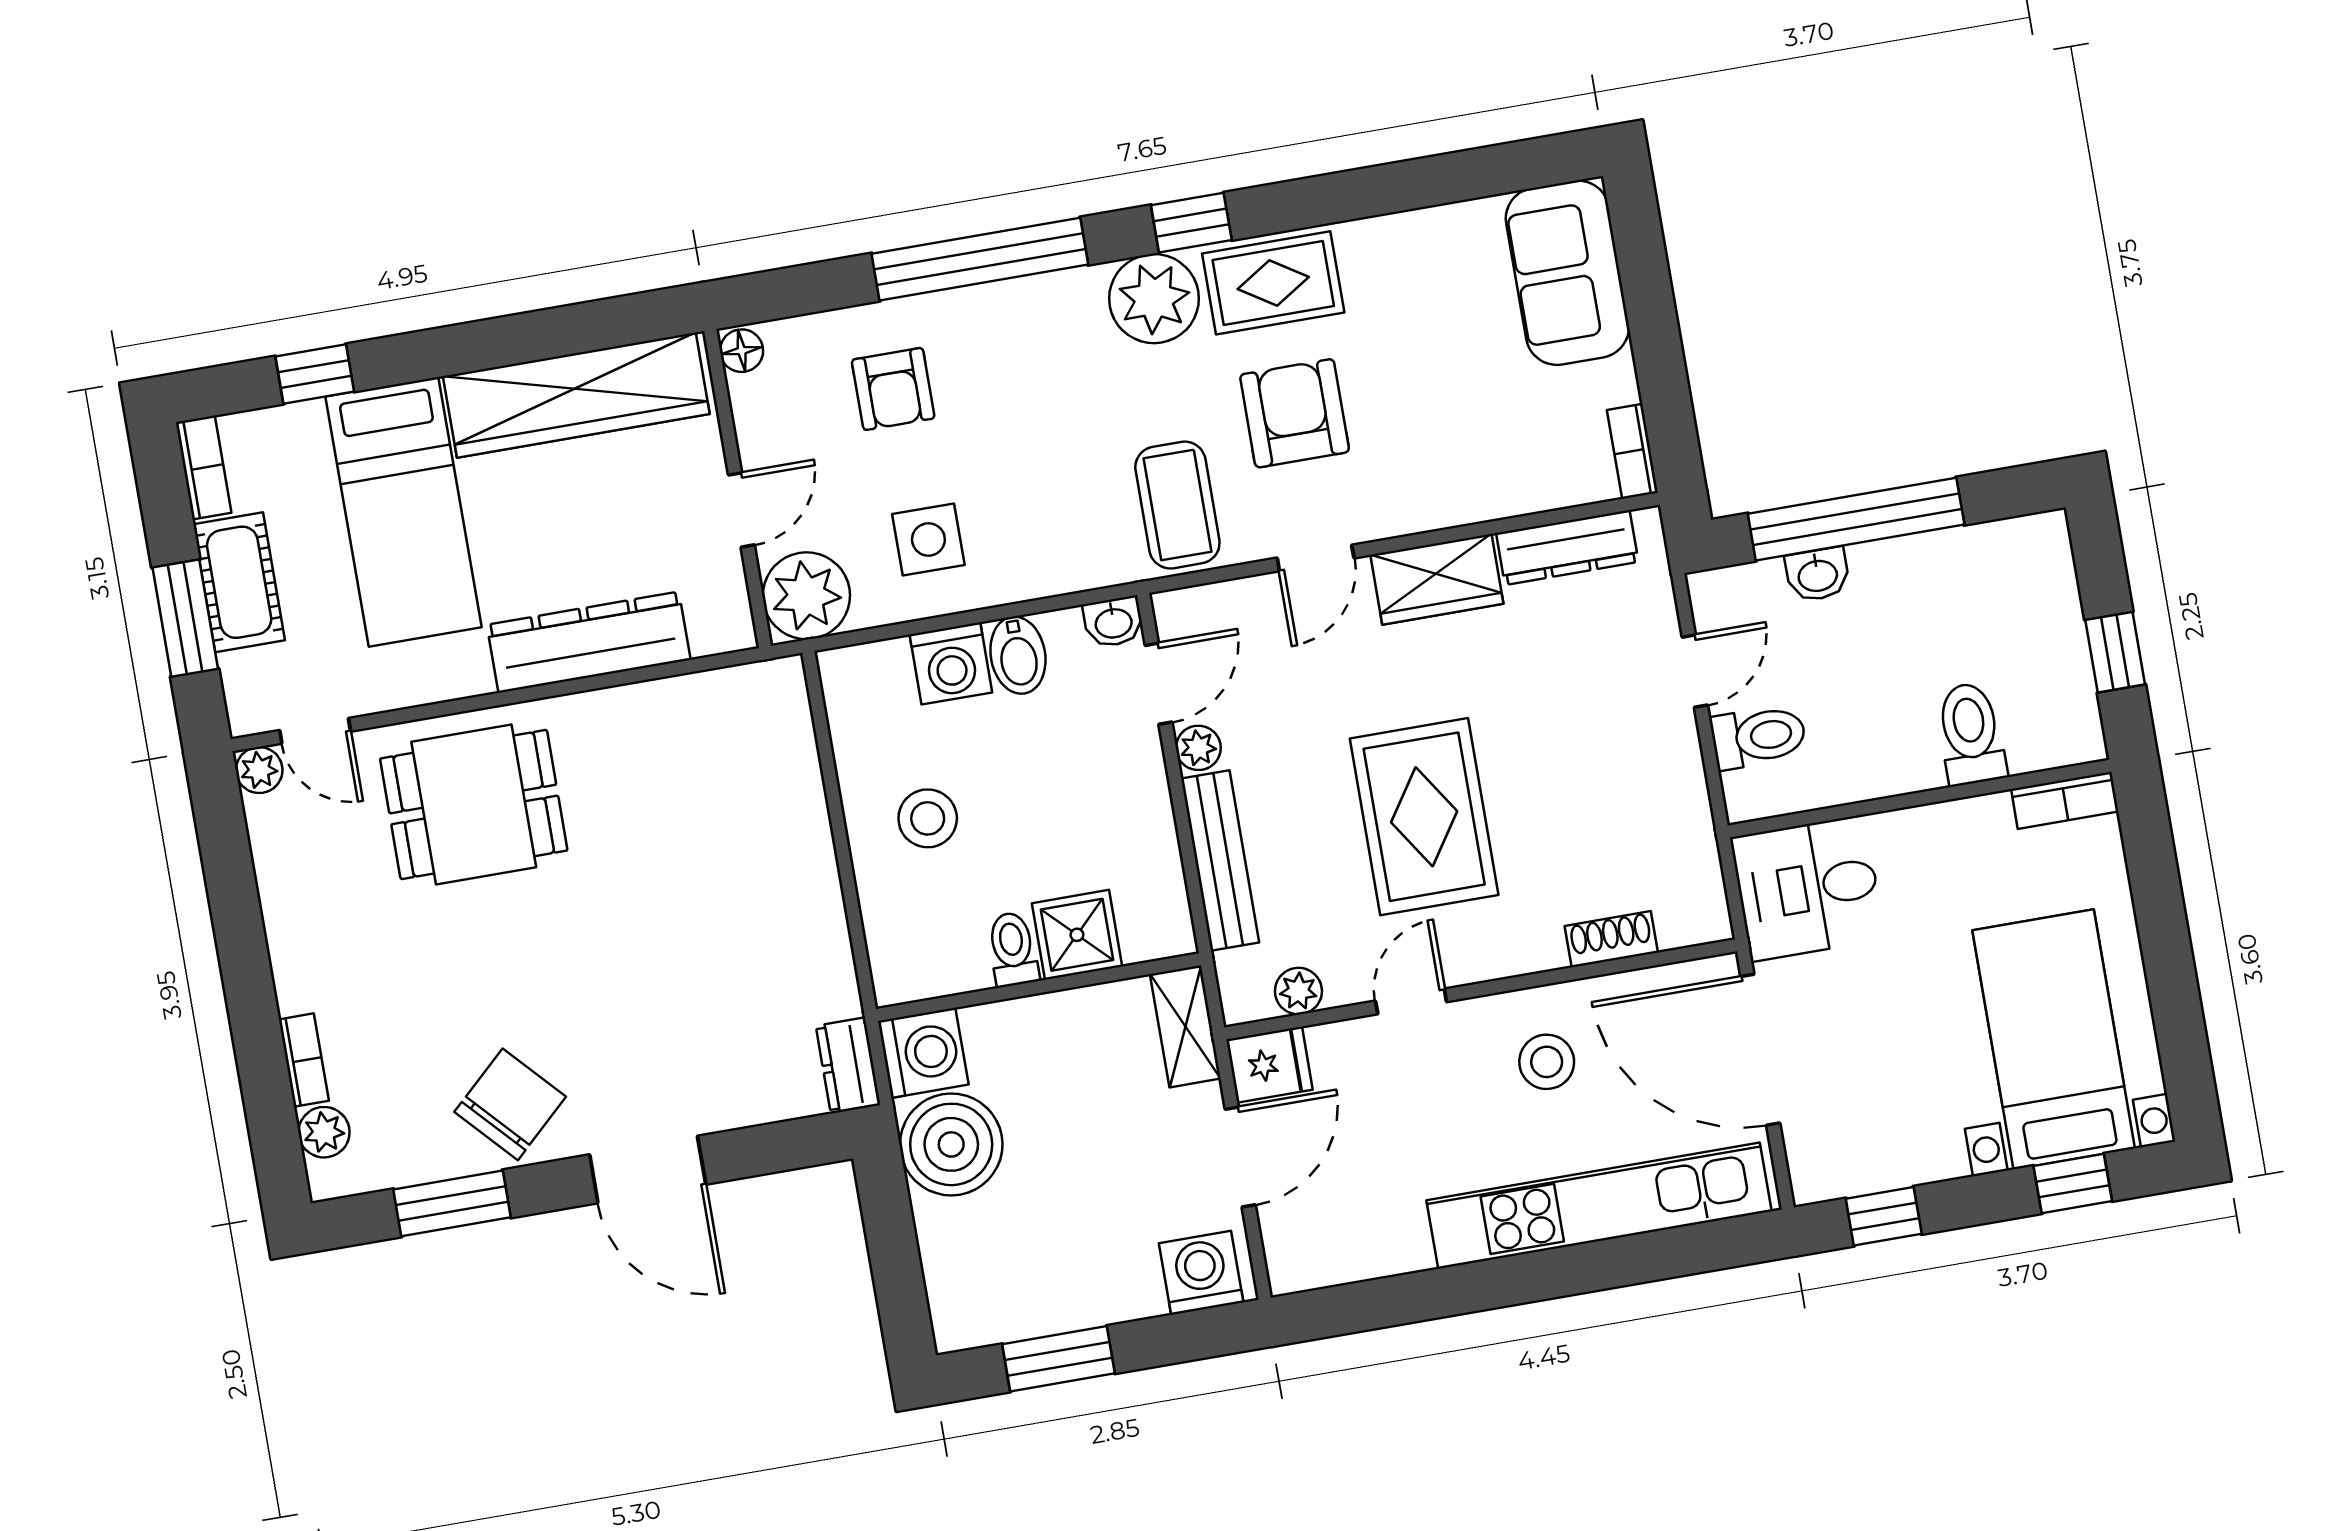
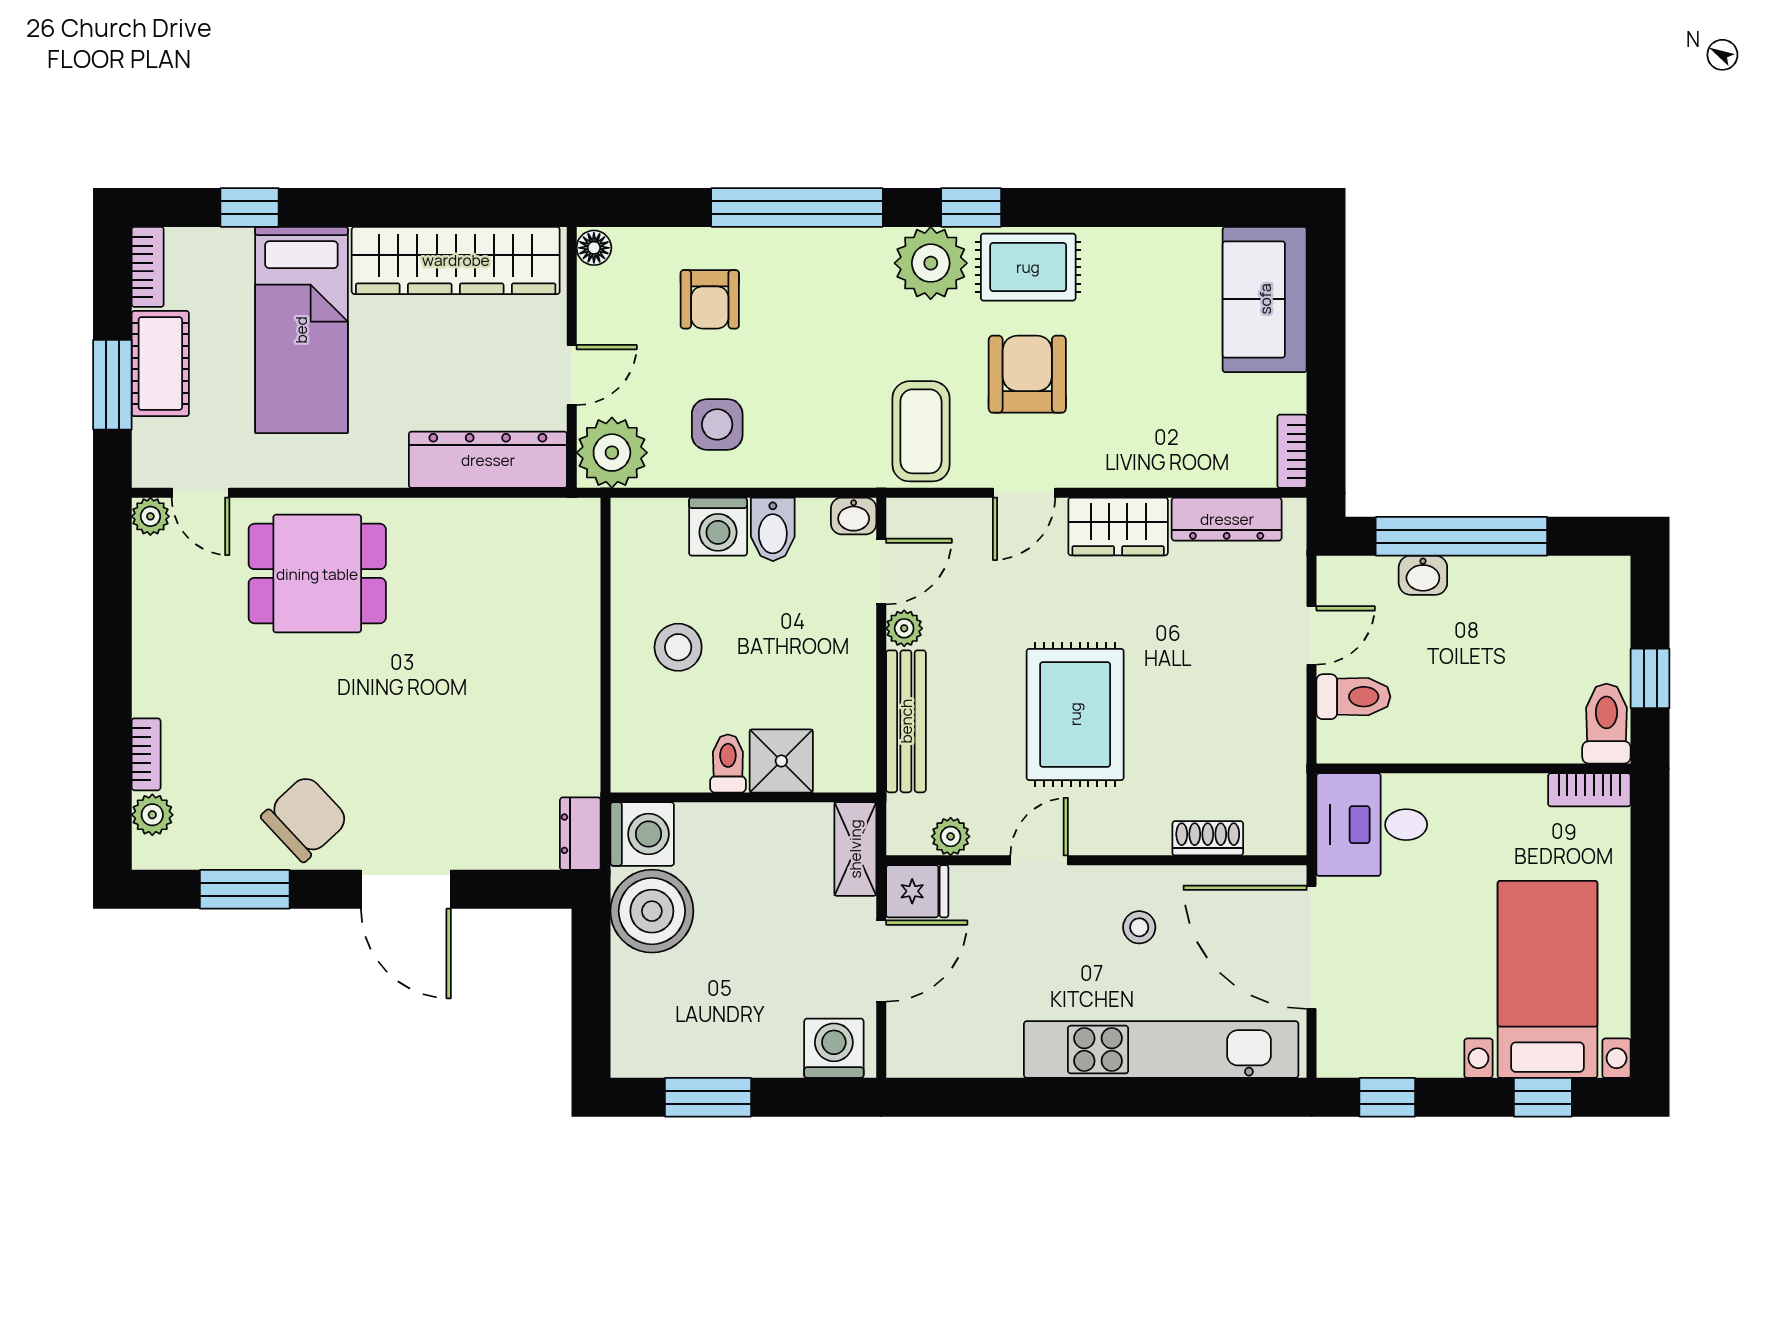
dresser: (589, 642) -> (488, 460), moved
toilet: (1971, 734) -> (1606, 724), moved
stool: (1547, 1062) -> (1139, 927), width x0.73, depth x0.73

